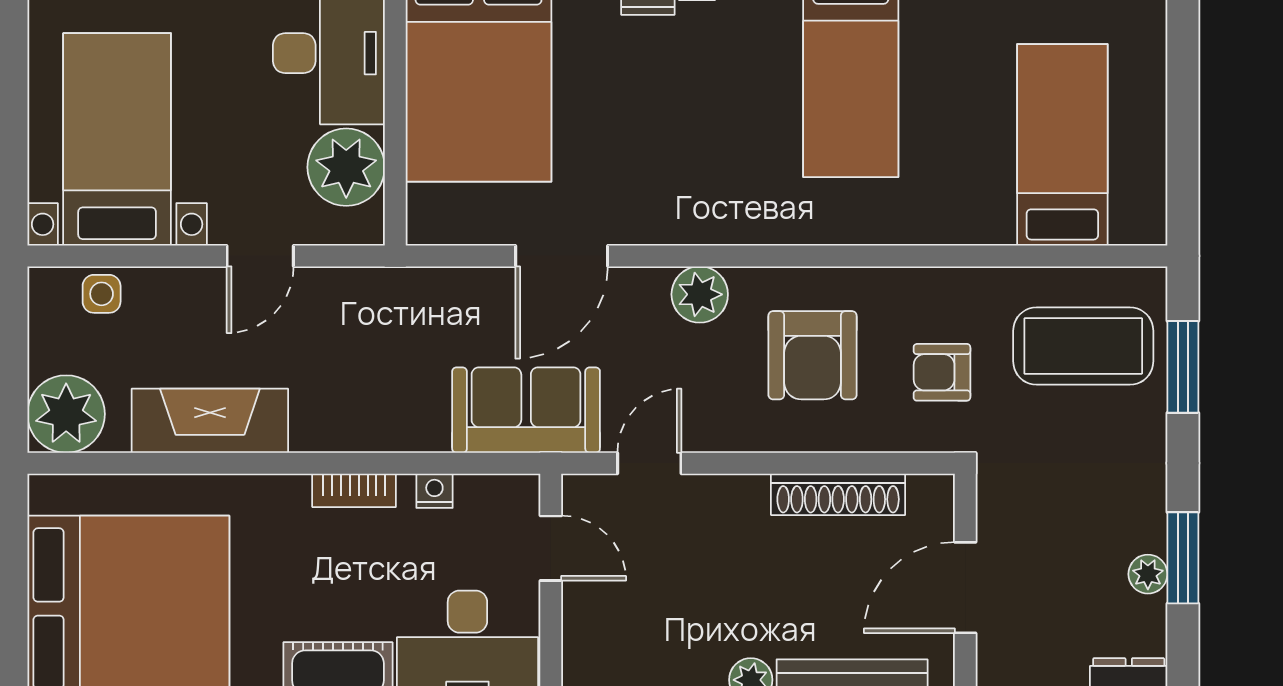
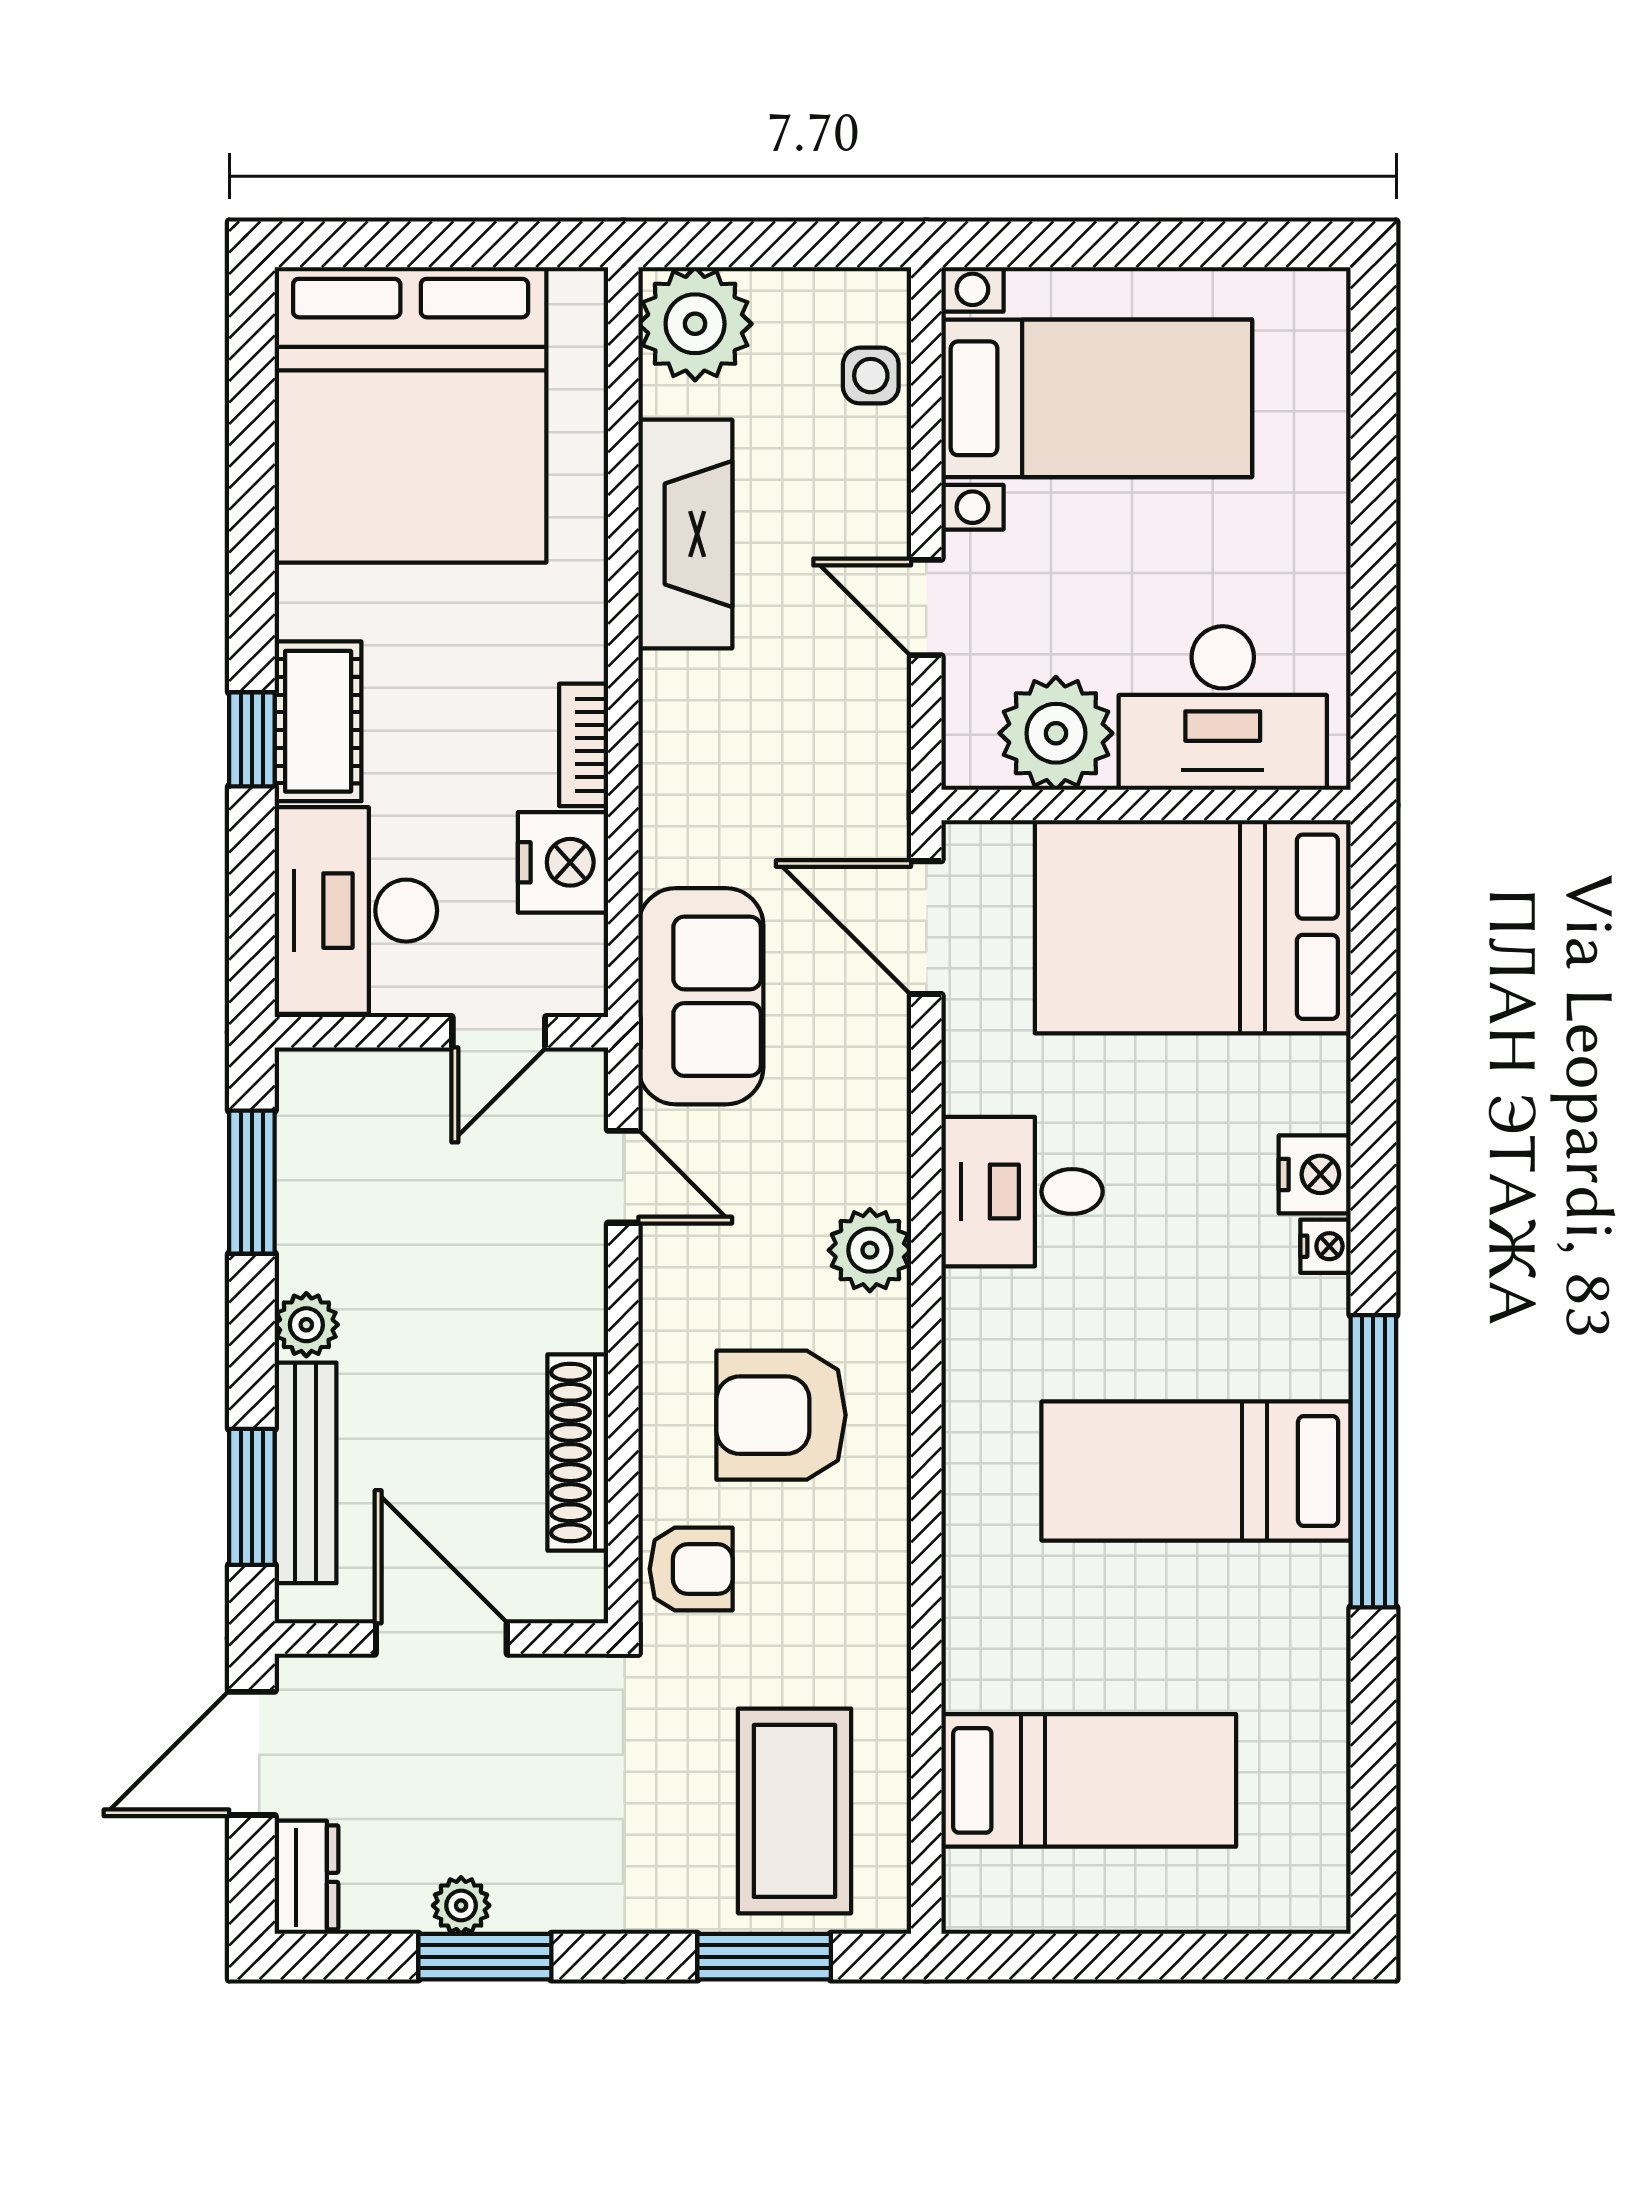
desk: (660, 190) -> (1022, 1192), added
door: (562, 256) -> (926, 928), moved
armchair: (942, 372) -> (691, 1569), moved, turned 90
nightstand: (434, 491) -> (563, 862), width x1.89, depth x1.79

